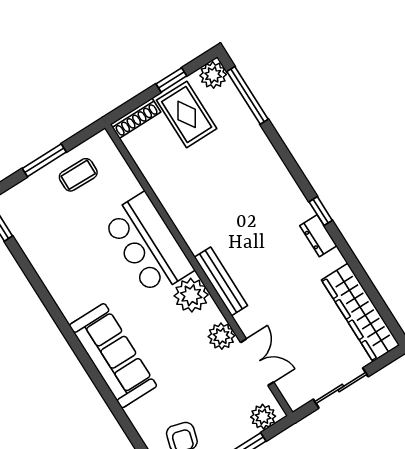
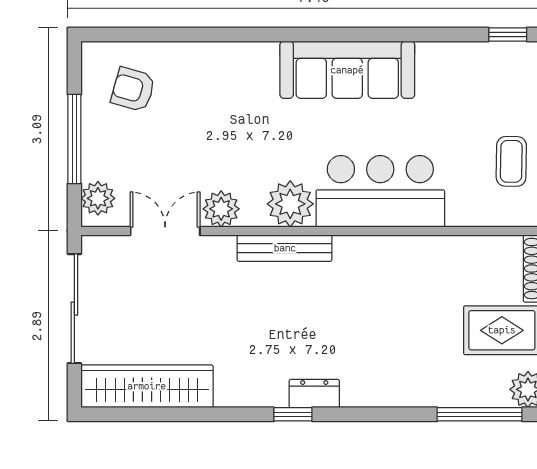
dresser: (318, 236) -> (314, 394), moved
sofa: (113, 356) -> (347, 70), moved
double door: (257, 362) -> (165, 231), swing flipped
sliding door: (341, 388) -> (74, 309), width x1.37

